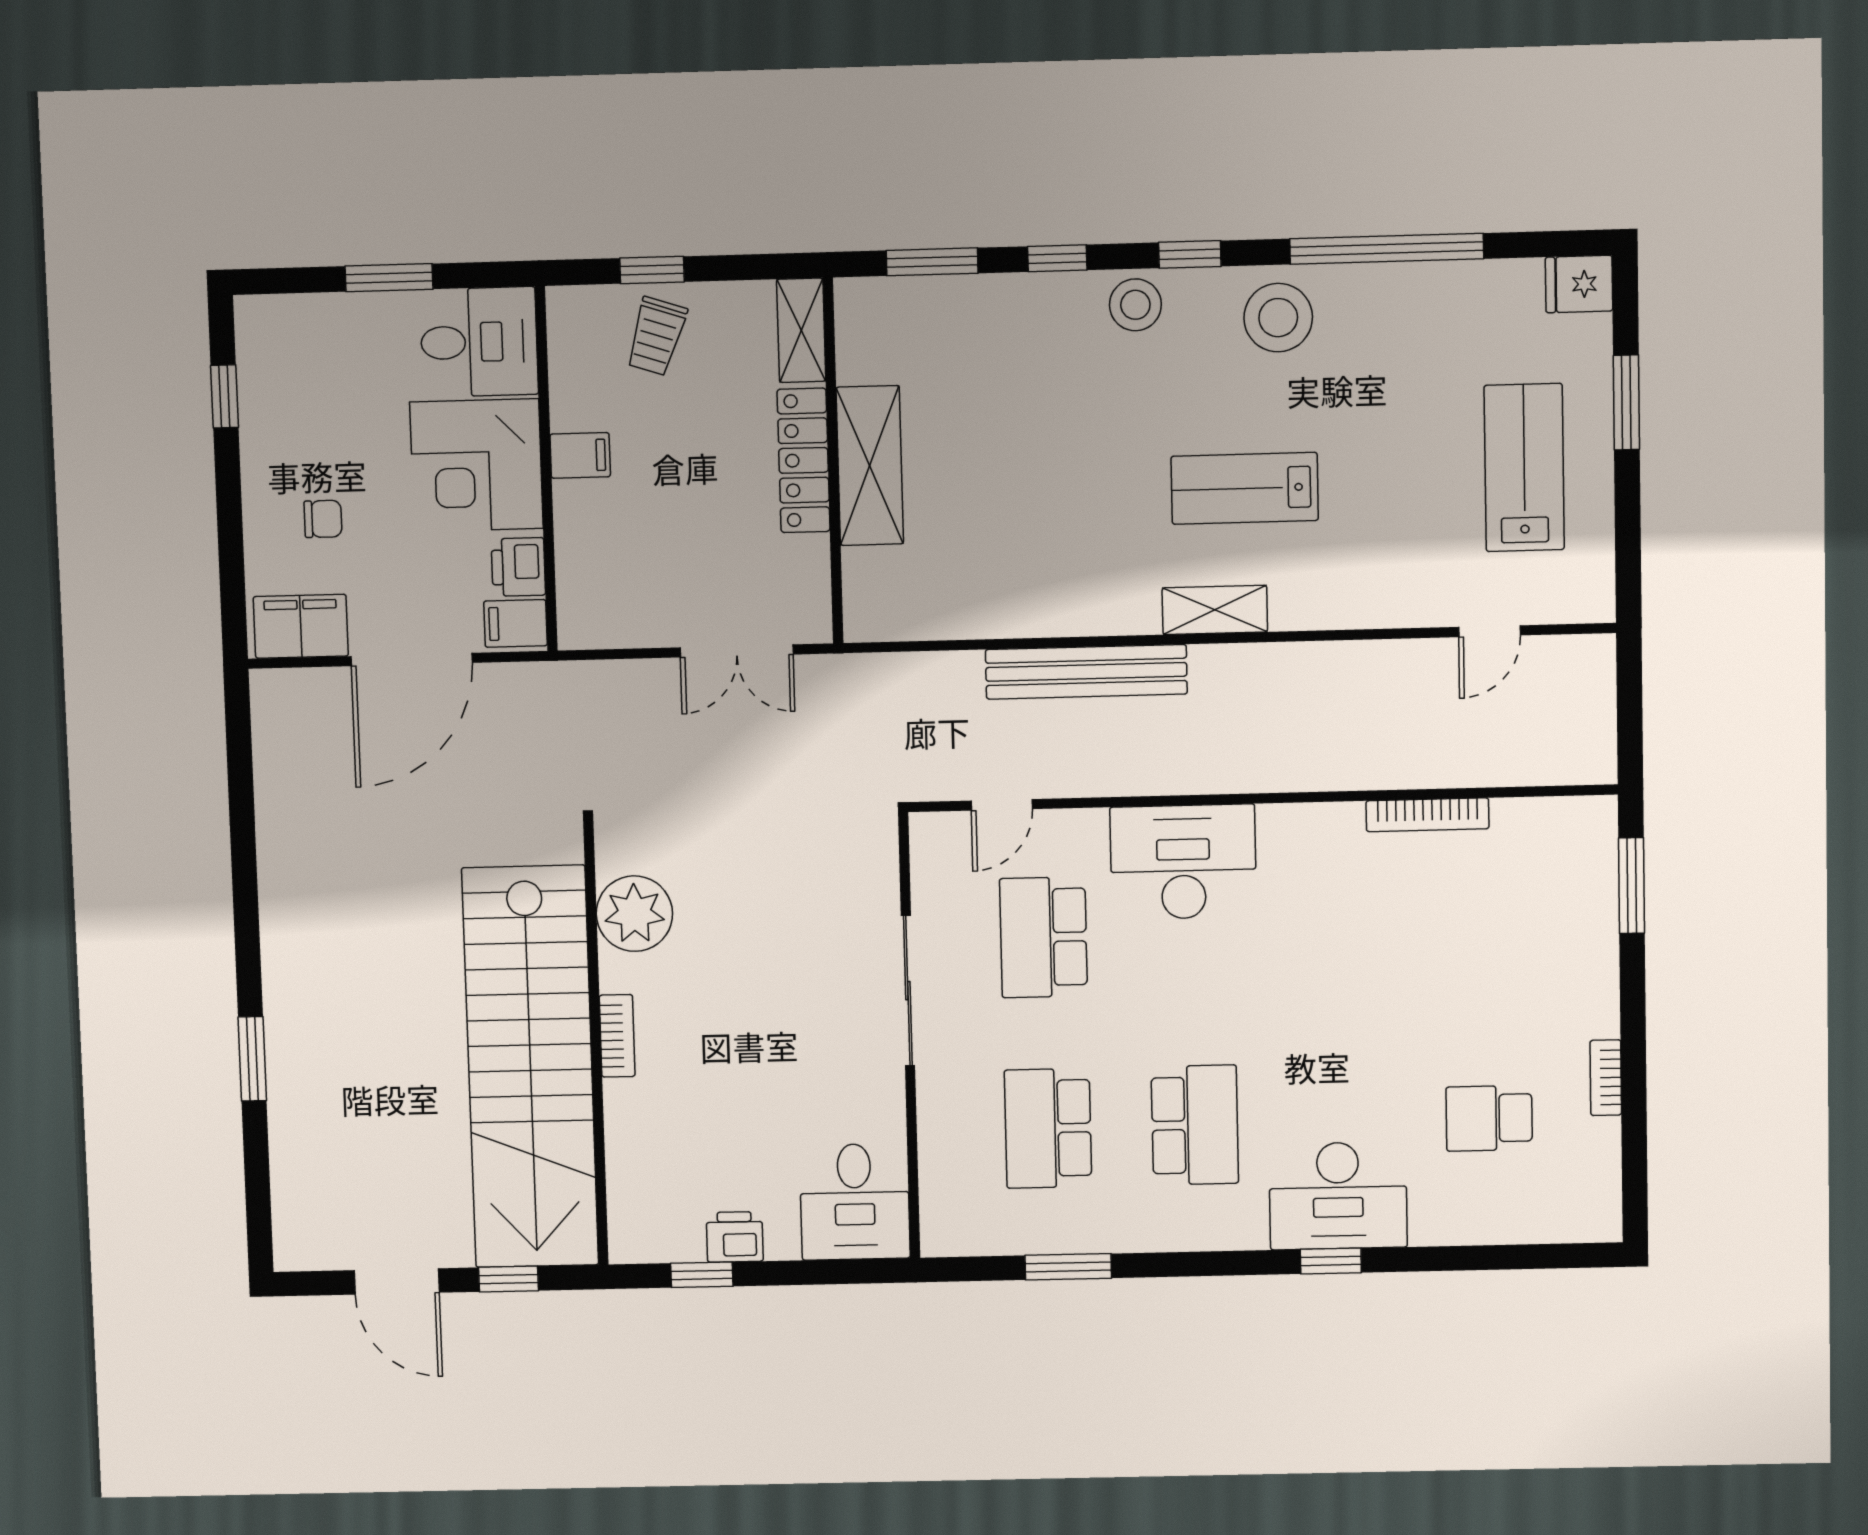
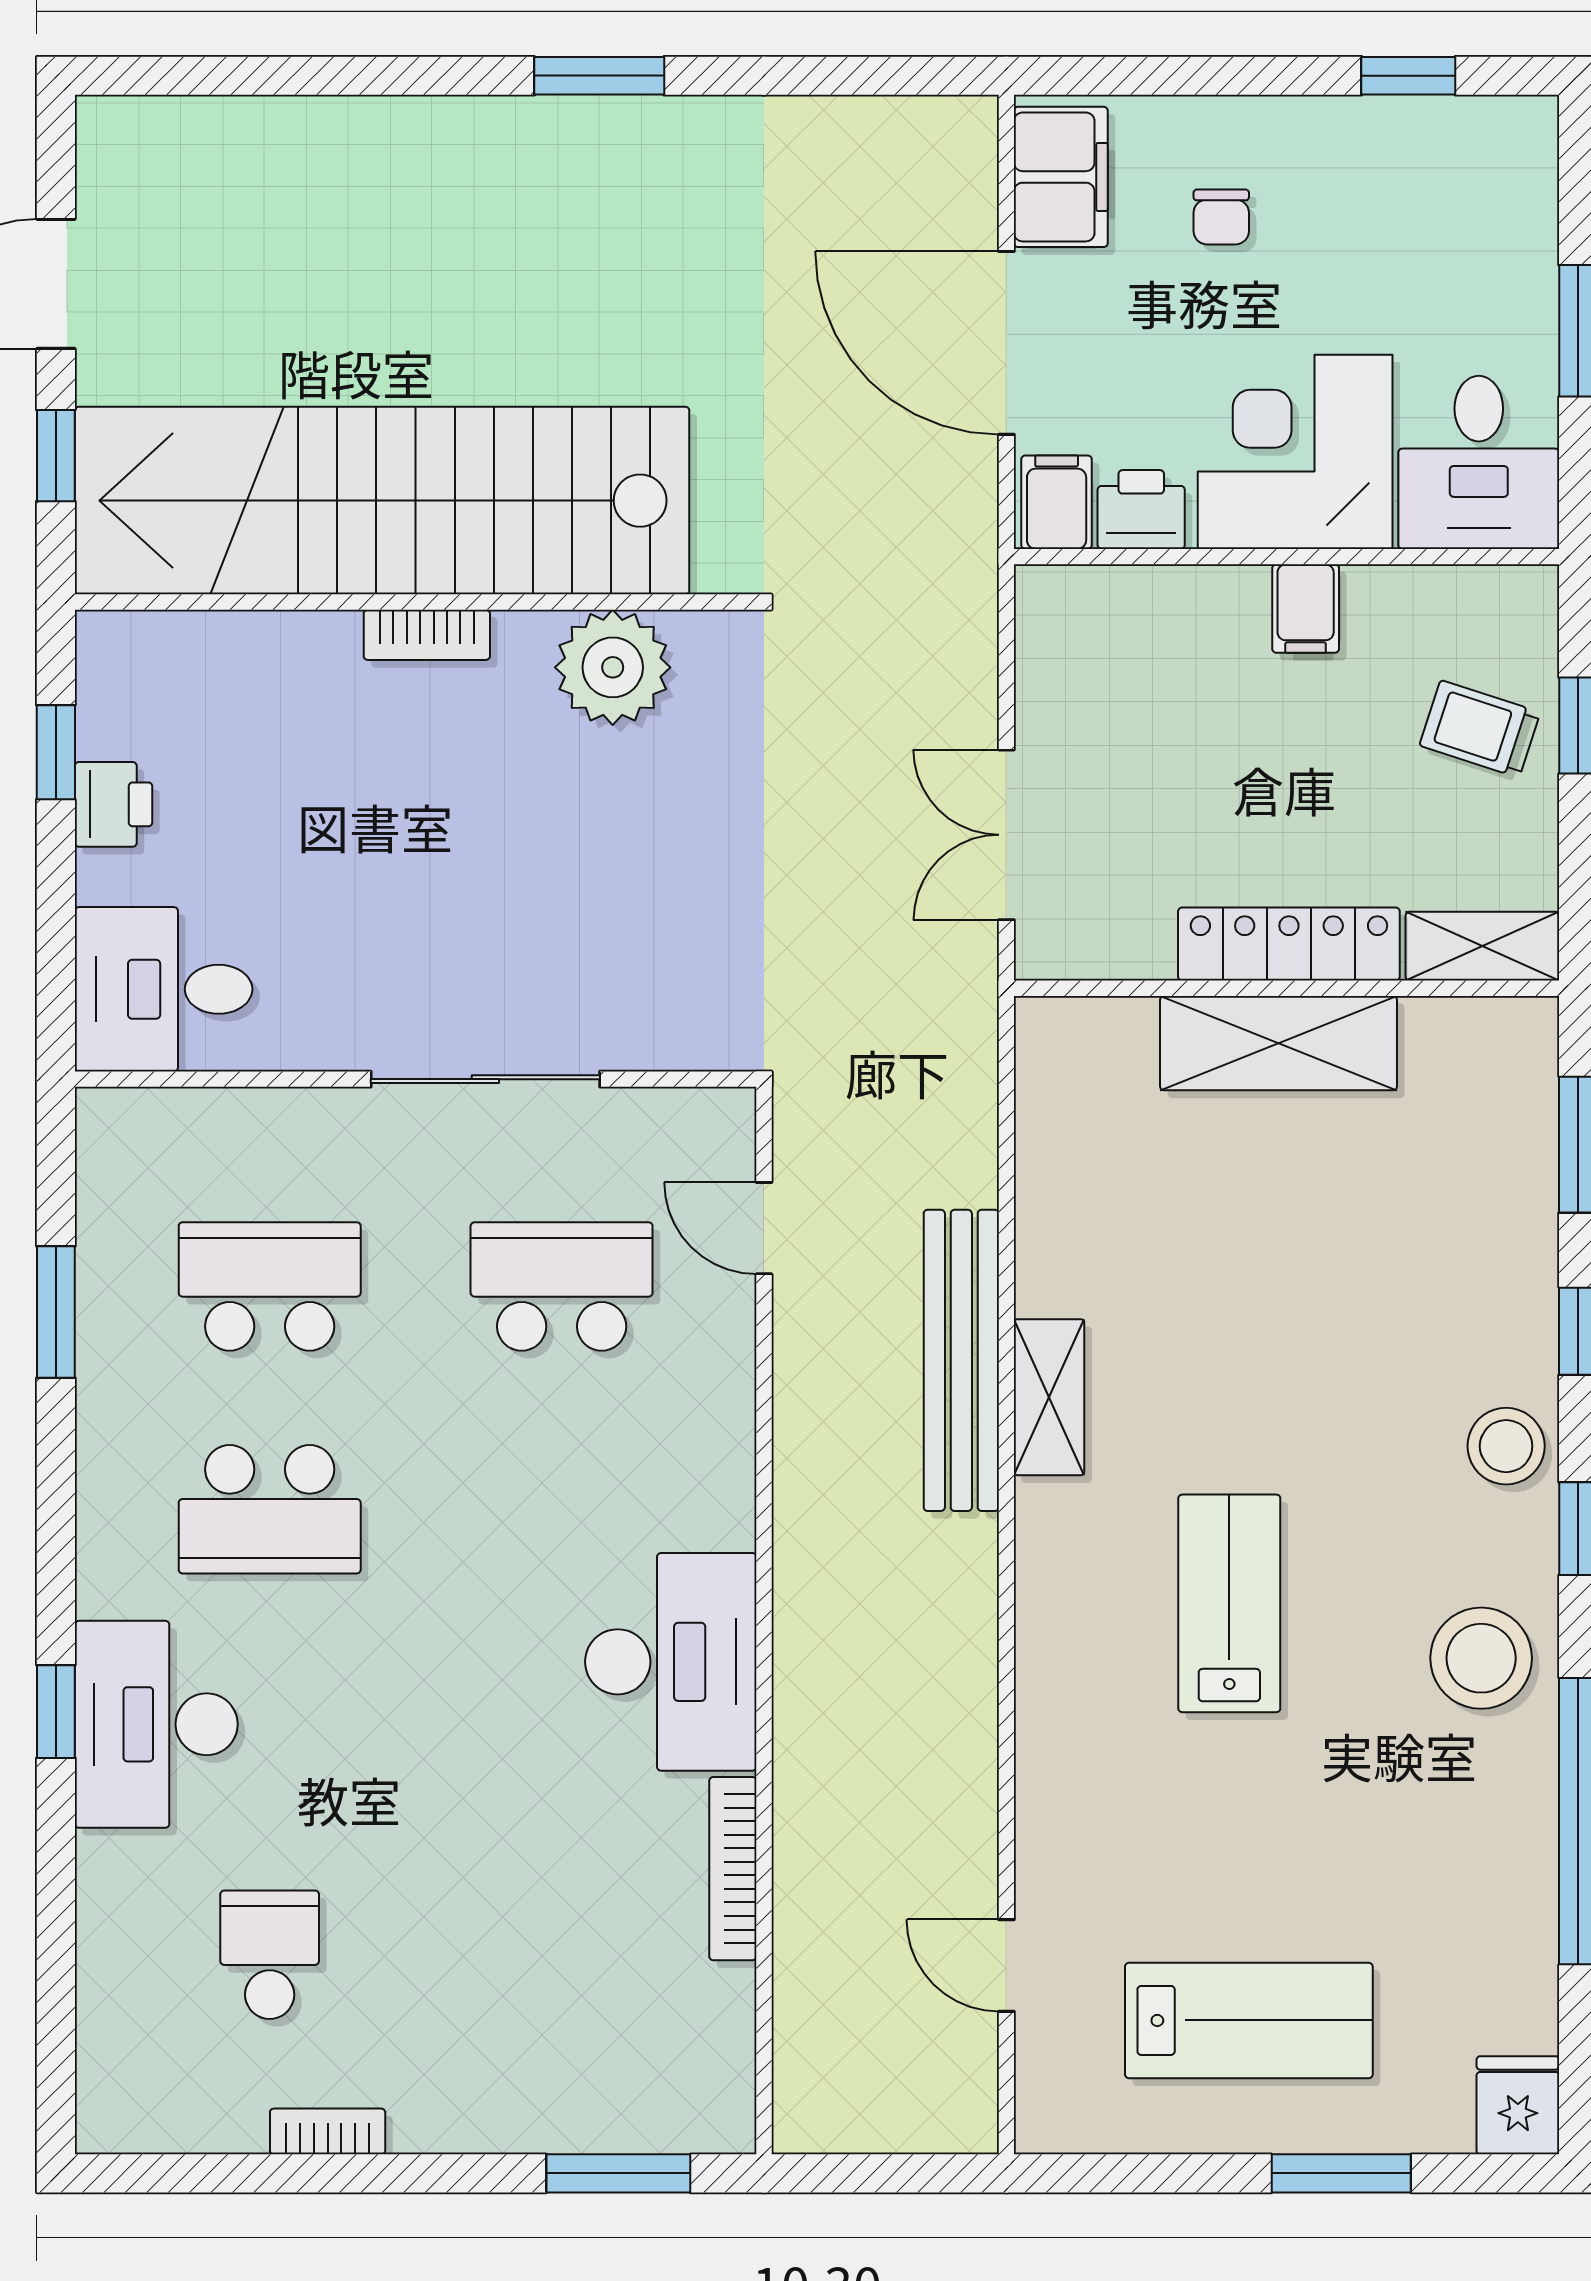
shelving: (1215, 610) -> (1049, 1397), moved
desk: (1183, 862) -> (671, 1662), moved
window: (252, 1059) -> (599, 76), moved

